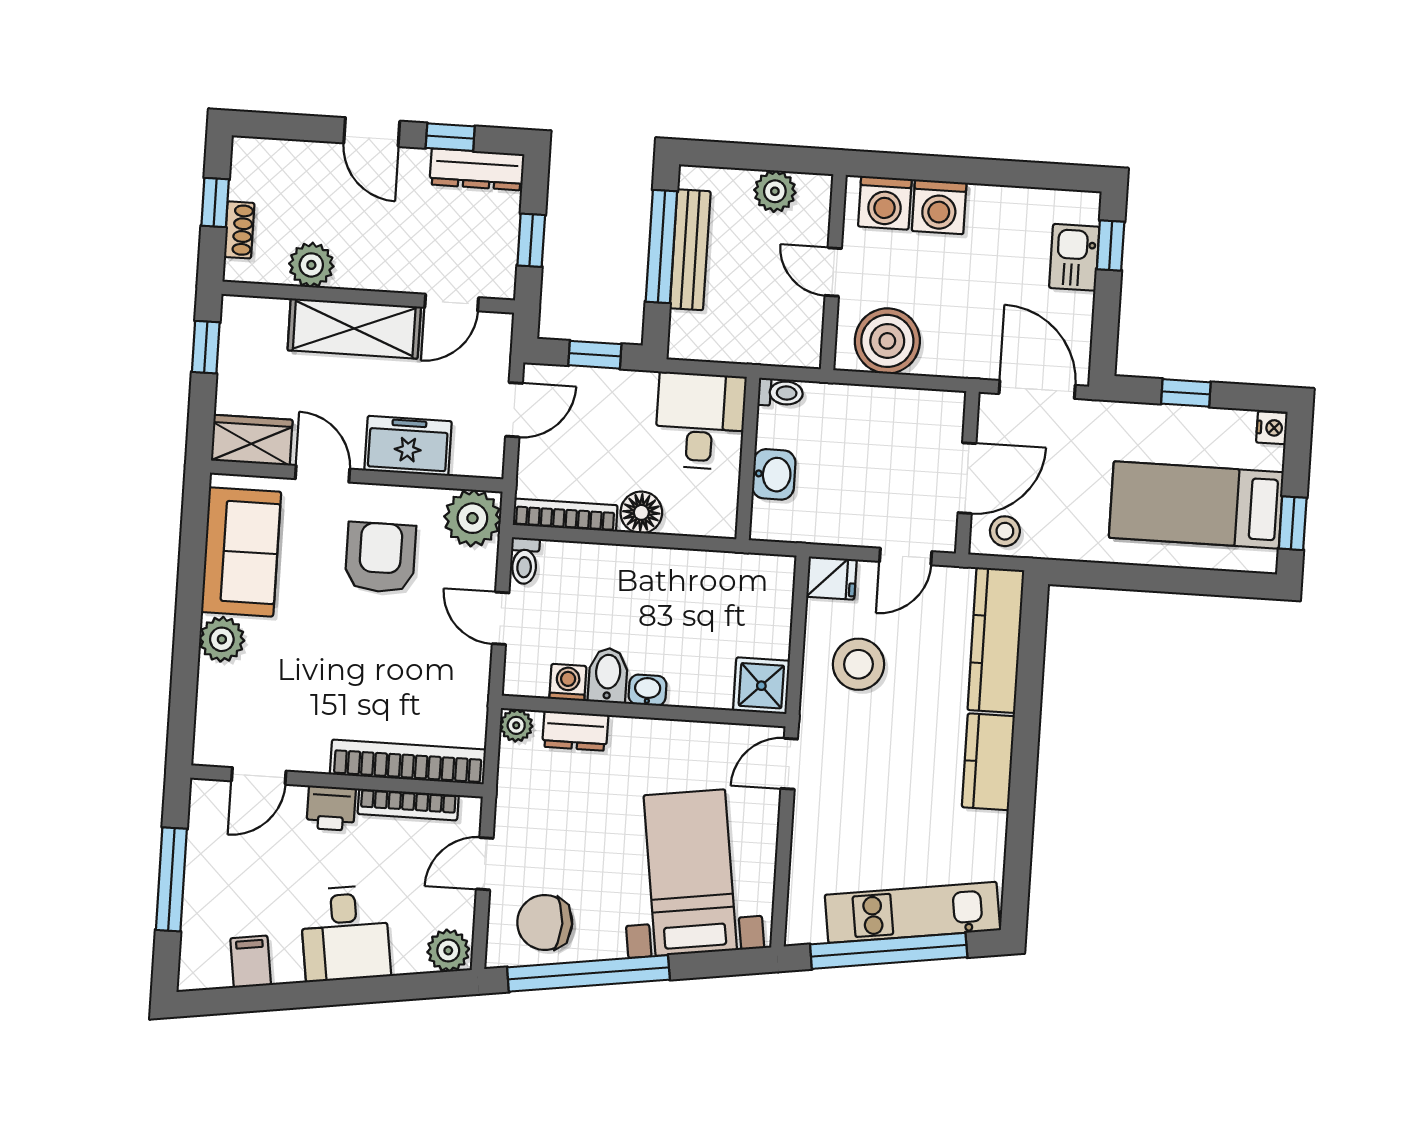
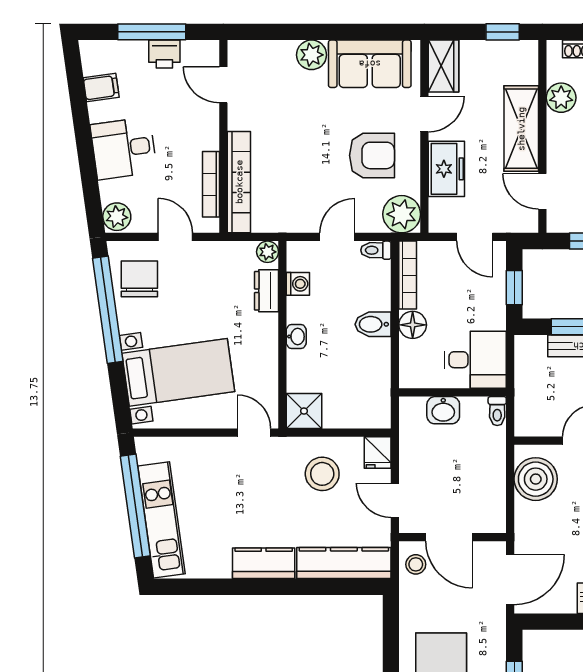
bidet: (608, 675) -> (373, 324), moved, turned 180
printer: (331, 808) -> (164, 54), moved, turned -90

